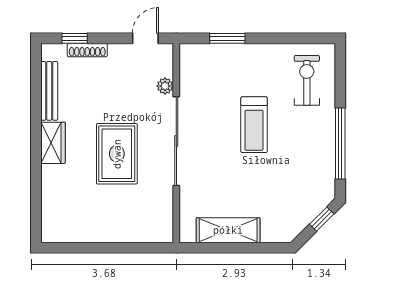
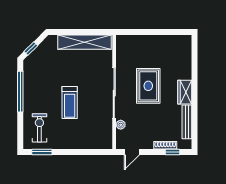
window: (227, 38) -> (42, 152), moved
exercise bike: (307, 80) -> (39, 128), turned 180
treadmill: (254, 125) -> (70, 102), turned 180
shelving: (228, 230) -> (84, 42), width x1.47

